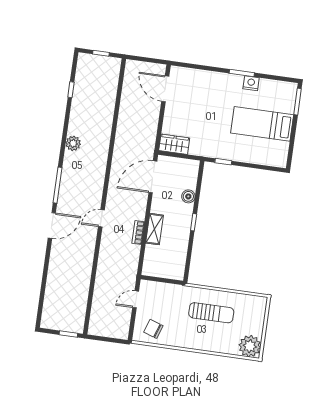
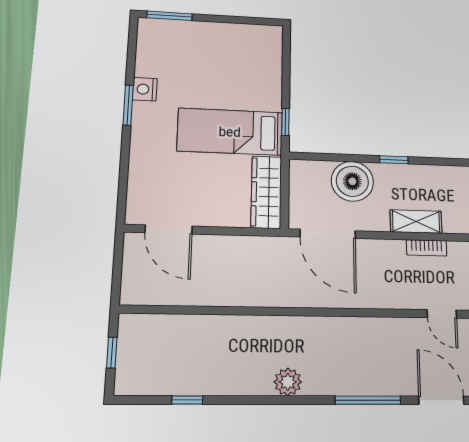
door: (165, 89) -> (169, 229), hinge flipped
bed: (262, 124) -> (230, 132), moved, turned 90
wardrobe: (174, 144) -> (266, 192), width x1.50
boiler: (188, 196) -> (352, 181), width x1.86, depth x1.86
door: (101, 218) -> (442, 314), moved

